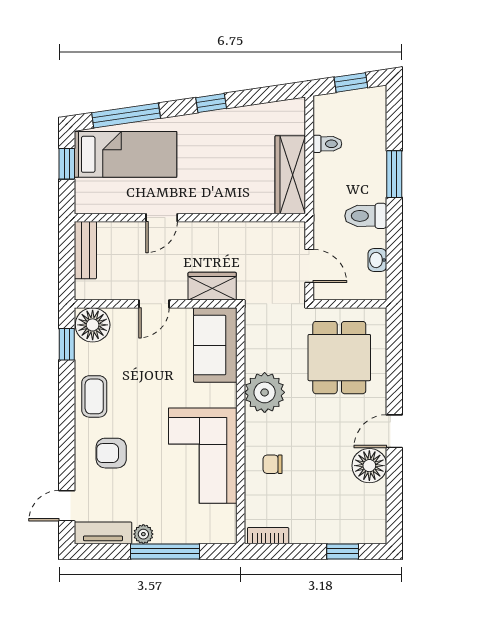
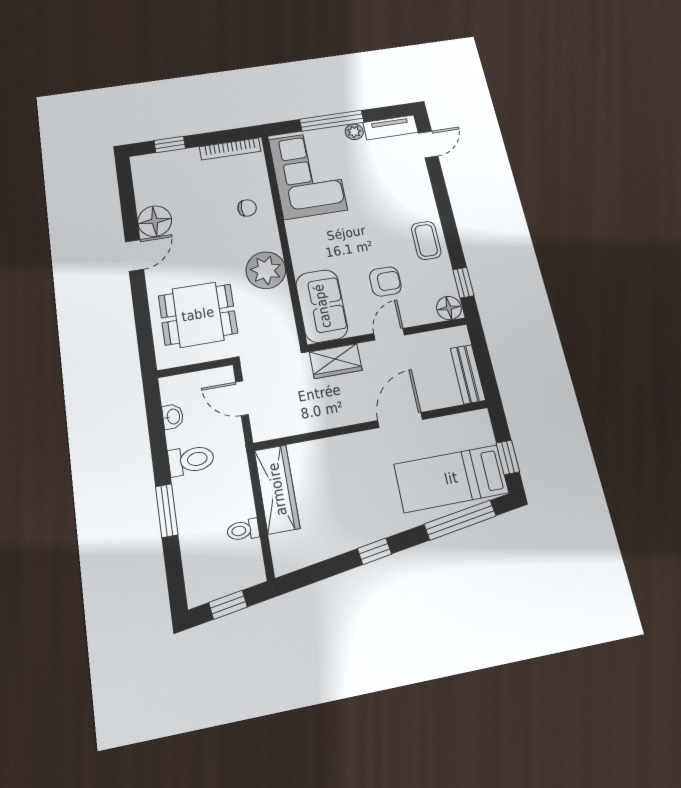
door: (162, 218) -> (400, 420), width x1.38
floor lamp: (93, 325) -> (449, 308), width x0.73, depth x0.73
dining table: (339, 358) -> (198, 314), turned 90
armchair: (111, 453) -> (385, 282), moved
corner sofa: (203, 456) -> (308, 174), moved
bookcase: (268, 536) -> (230, 149), width x1.56

